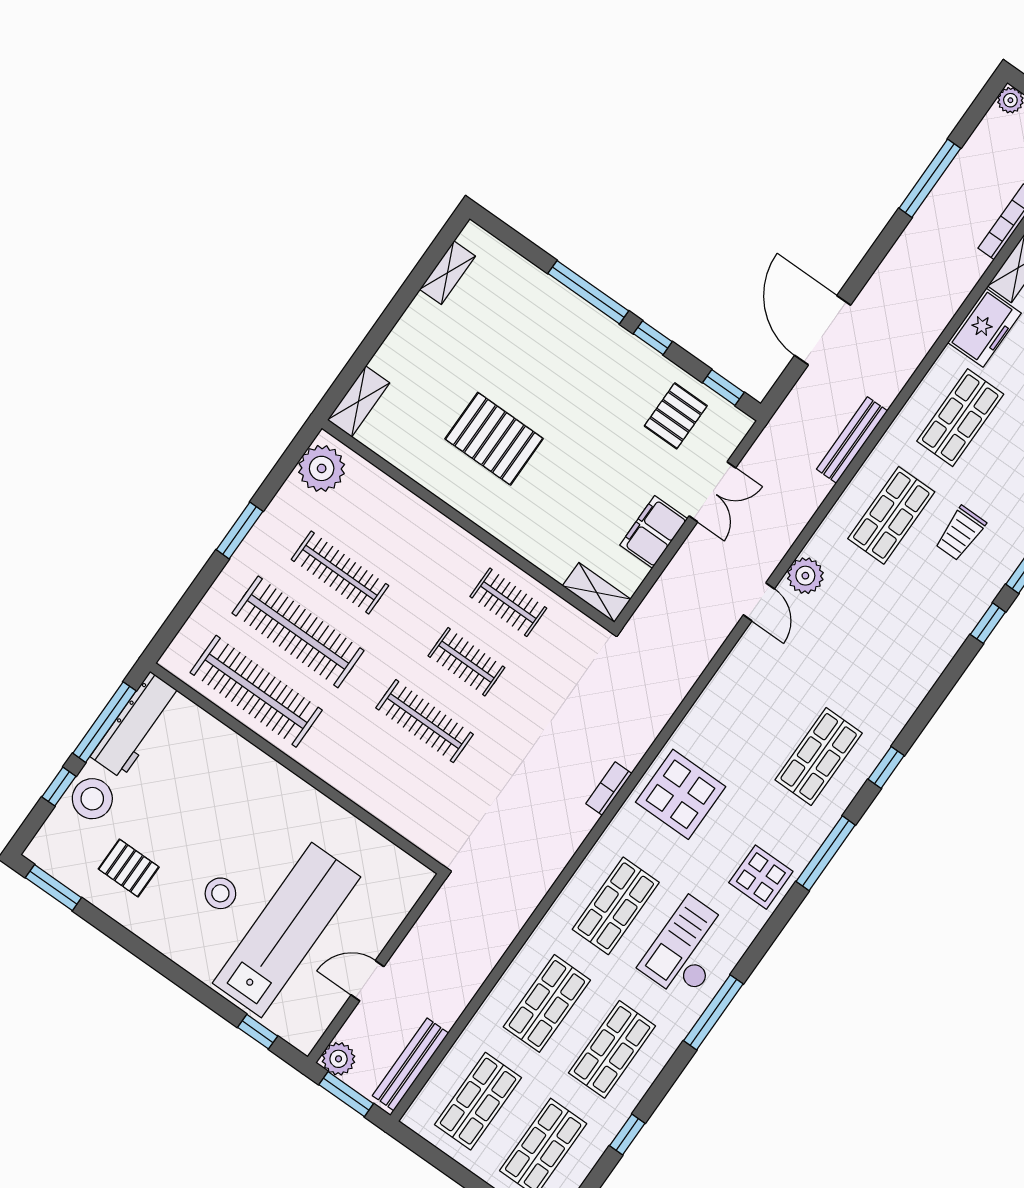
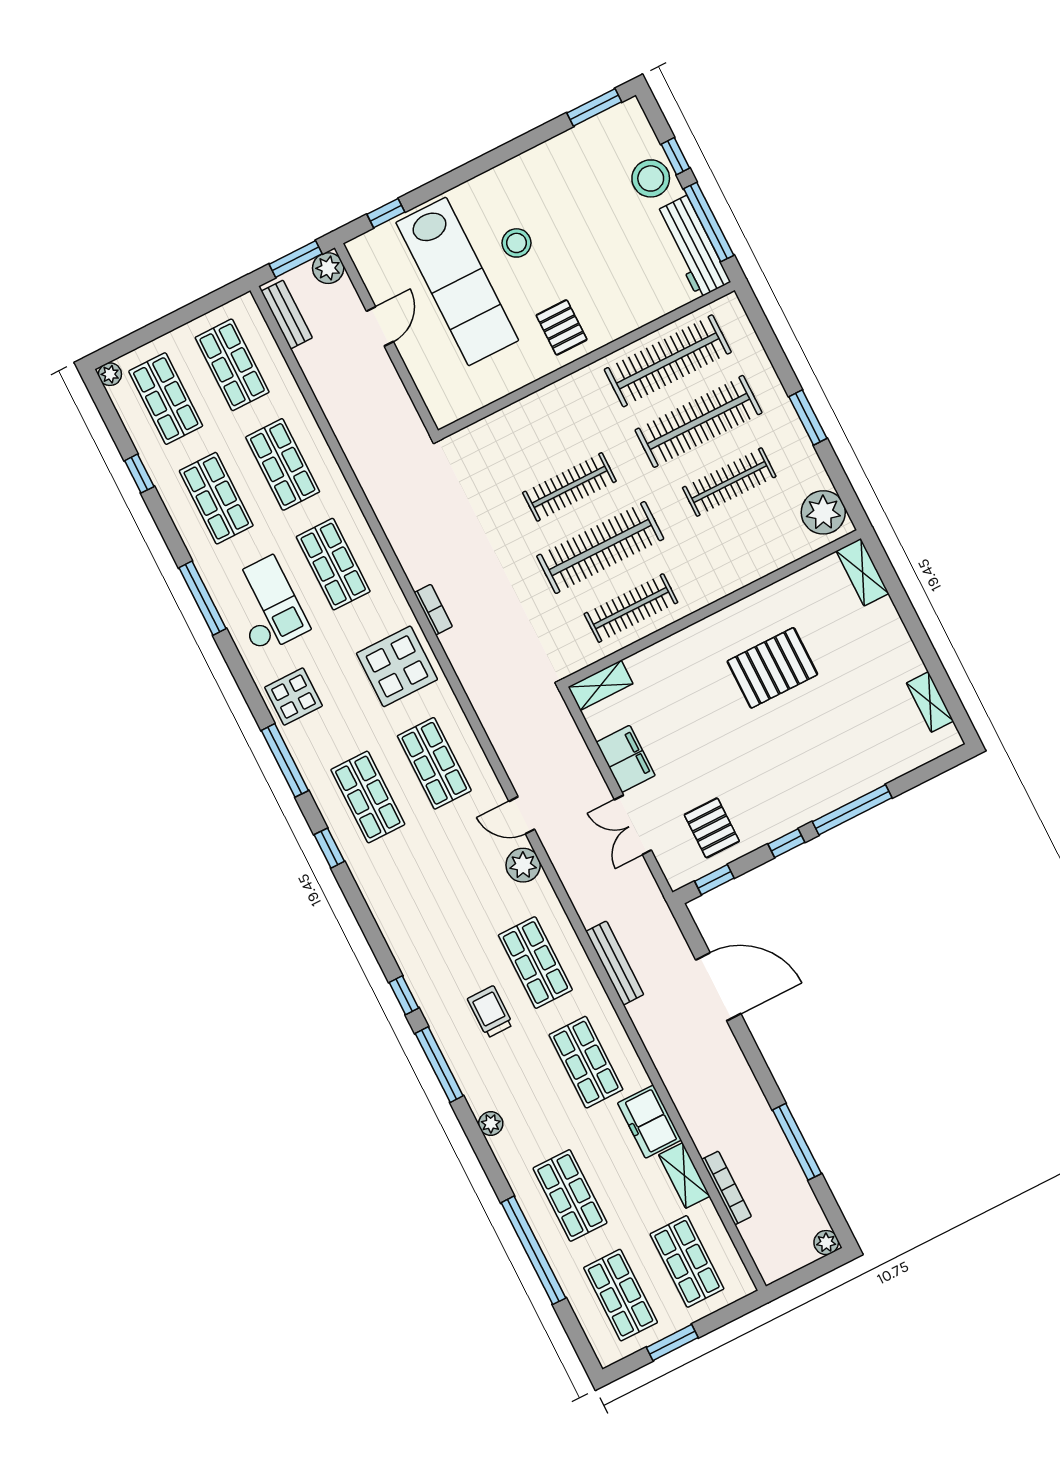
clothes rail: (508, 602) -> (631, 608), width x1.36
clothes rail: (466, 662) -> (600, 547), width x1.86, depth x1.31
shop shelf: (754, 711) -> (434, 763), added
pallet: (129, 868) -> (562, 327), moved, turned 90
bench: (410, 1064) -> (287, 315), width x0.73

